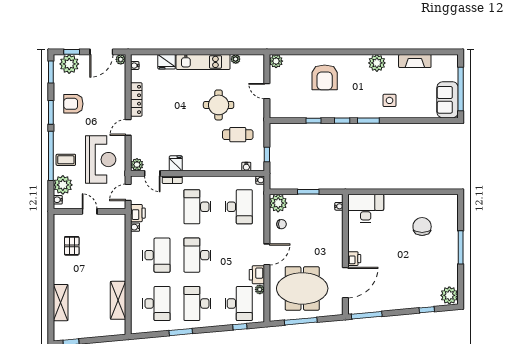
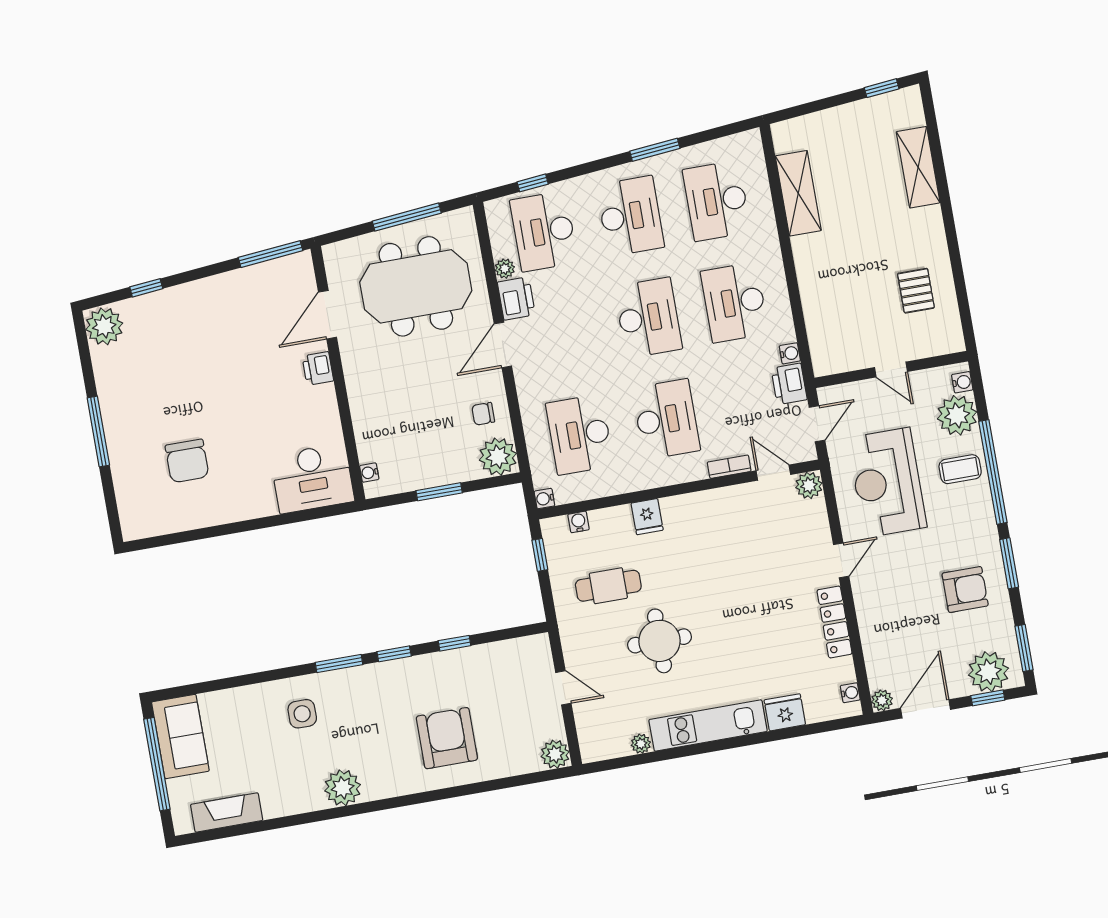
fireplace: (415, 61) -> (227, 812), moved
fridge: (176, 163) -> (647, 517), moved
door: (345, 283) -> (327, 315), width x0.73

